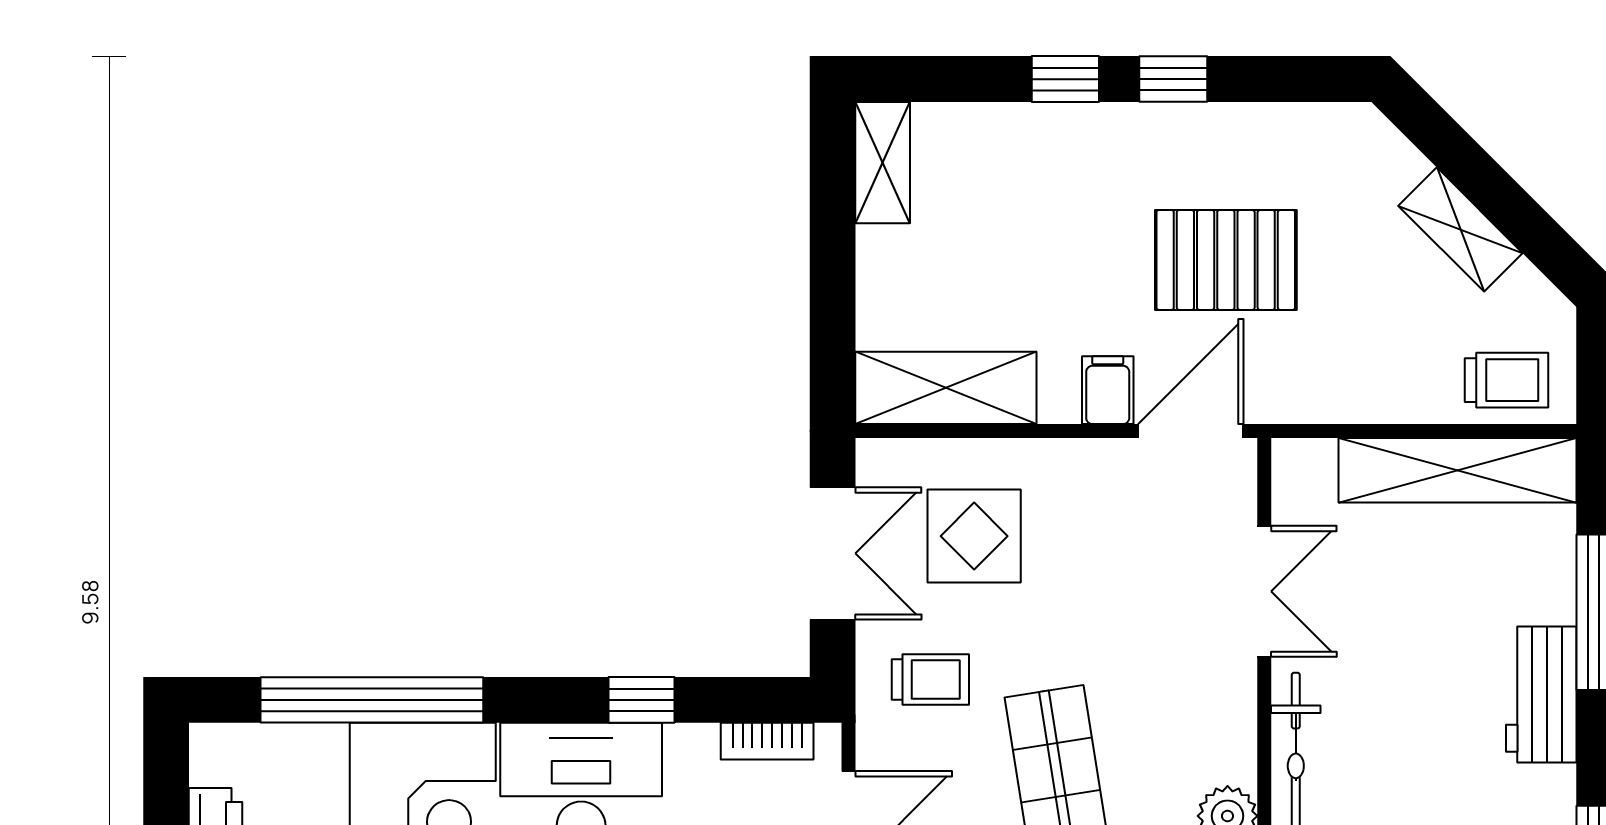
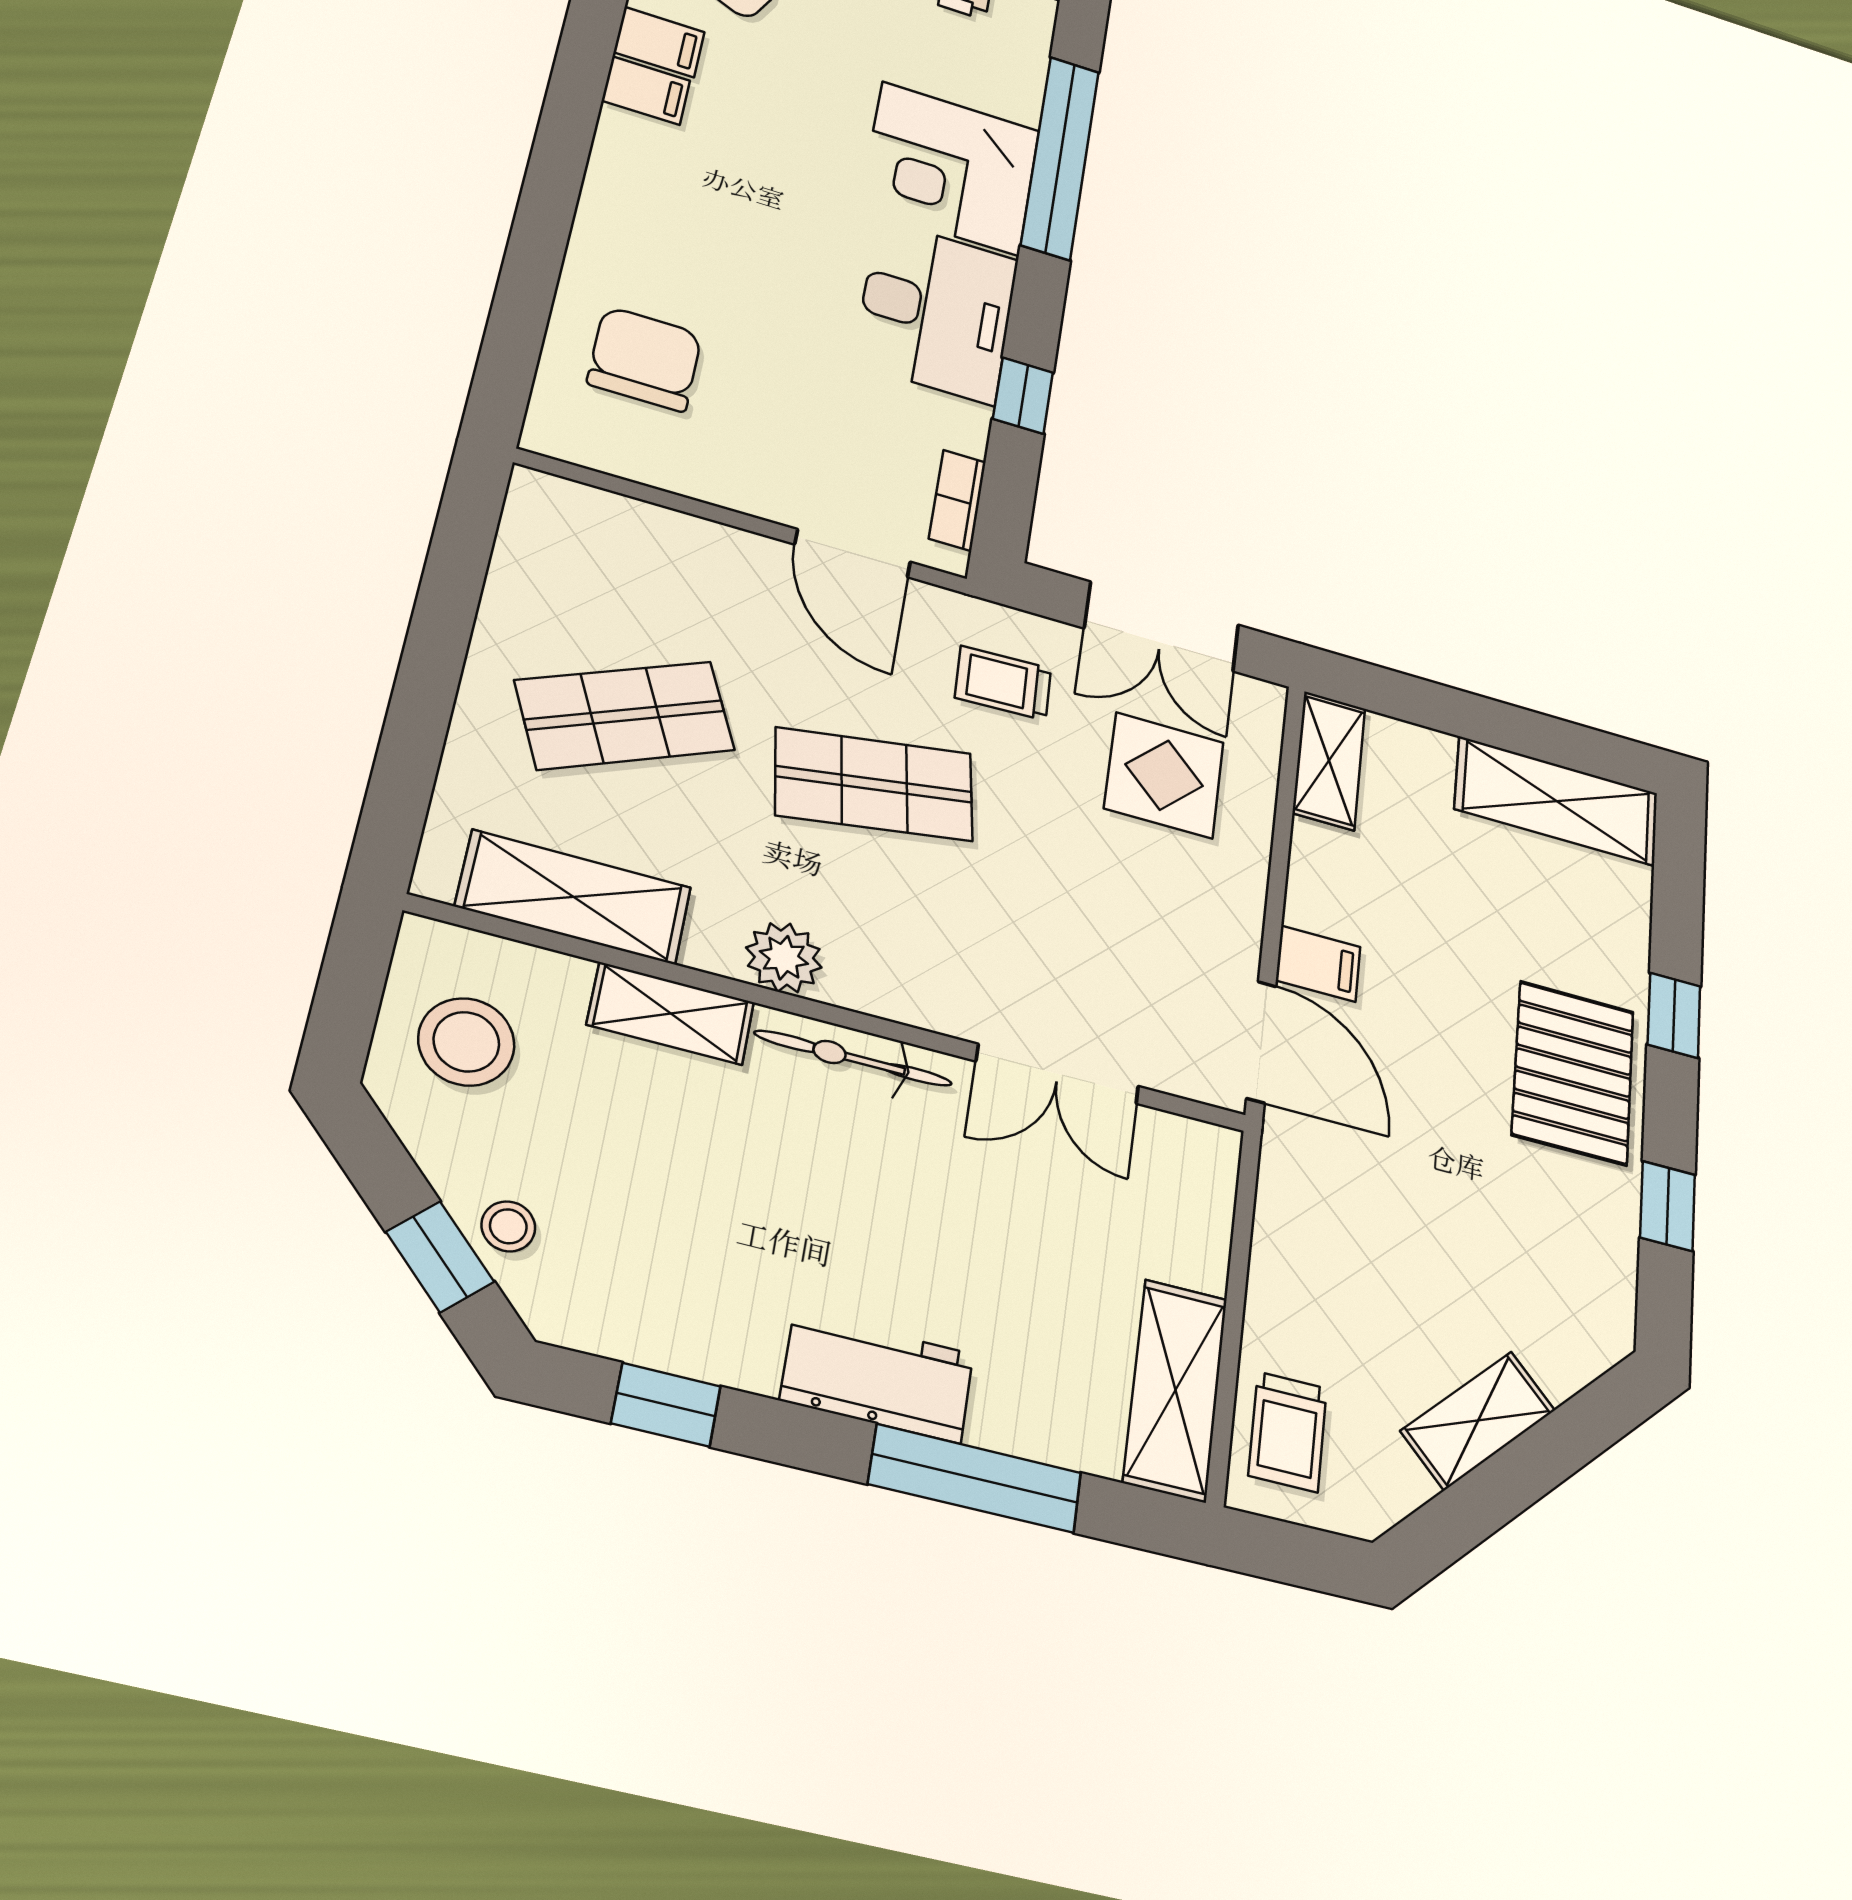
window: (1173, 79) -> (1668, 1206), moved
shelving: (883, 163) -> (1557, 801), width x1.50, depth x1.33
pallet: (1226, 260) -> (1573, 1073), moved
shelving: (946, 388) -> (1329, 760), width x0.67, depth x0.75
shelving: (1458, 470) -> (1175, 1390), width x0.68
trolley: (930, 680) -> (1003, 683), turned 88

